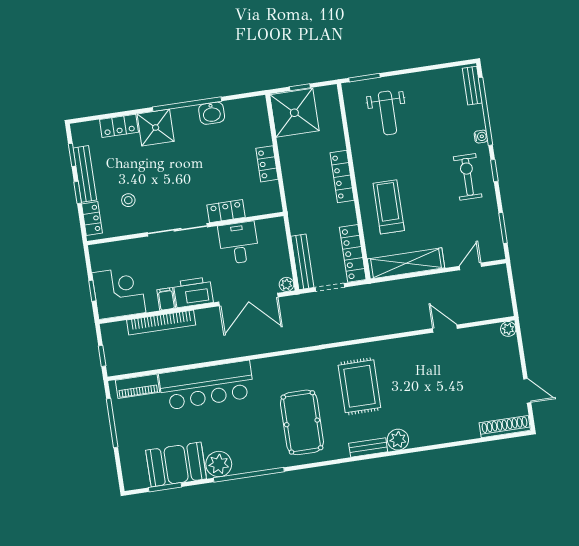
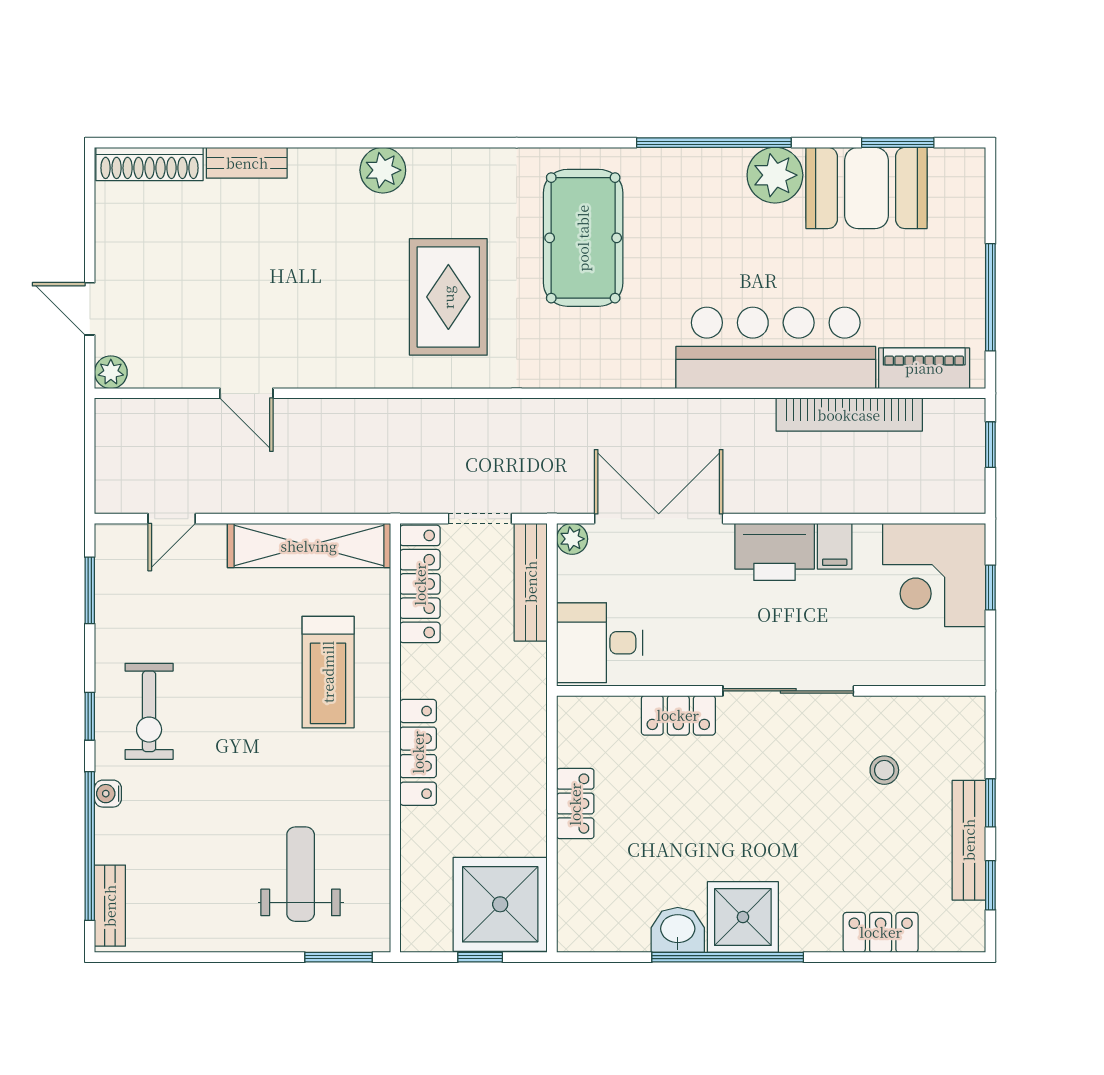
shower: (156, 128) -> (743, 917), moved
locker: (92, 218) -> (968, 742), removed
desk: (239, 243) -> (600, 643), moved, turned 90
bookcase: (161, 322) -> (849, 415), moved, turned 180
door: (527, 391) -> (90, 309), moved
bench: (368, 448) -> (247, 163), moved

